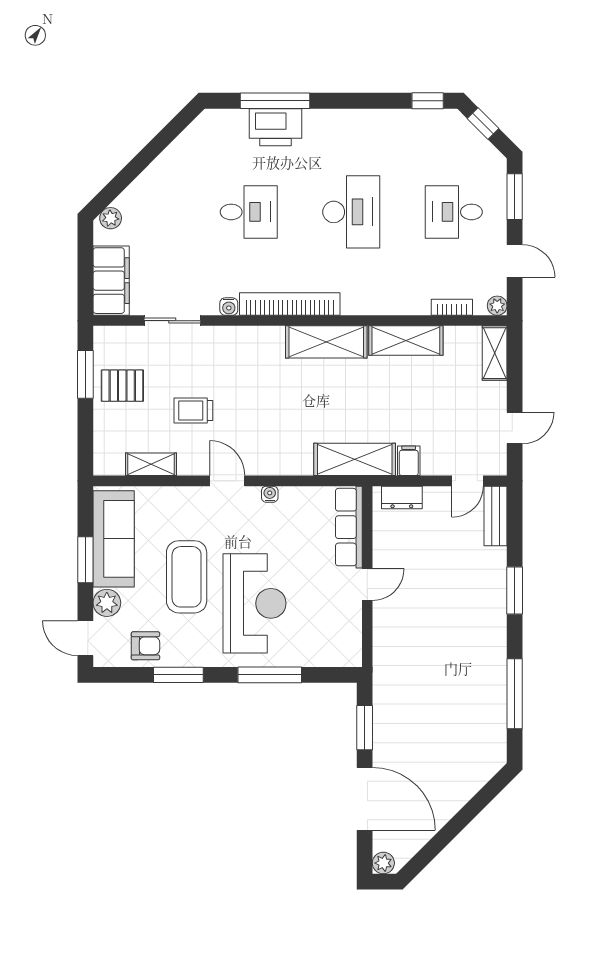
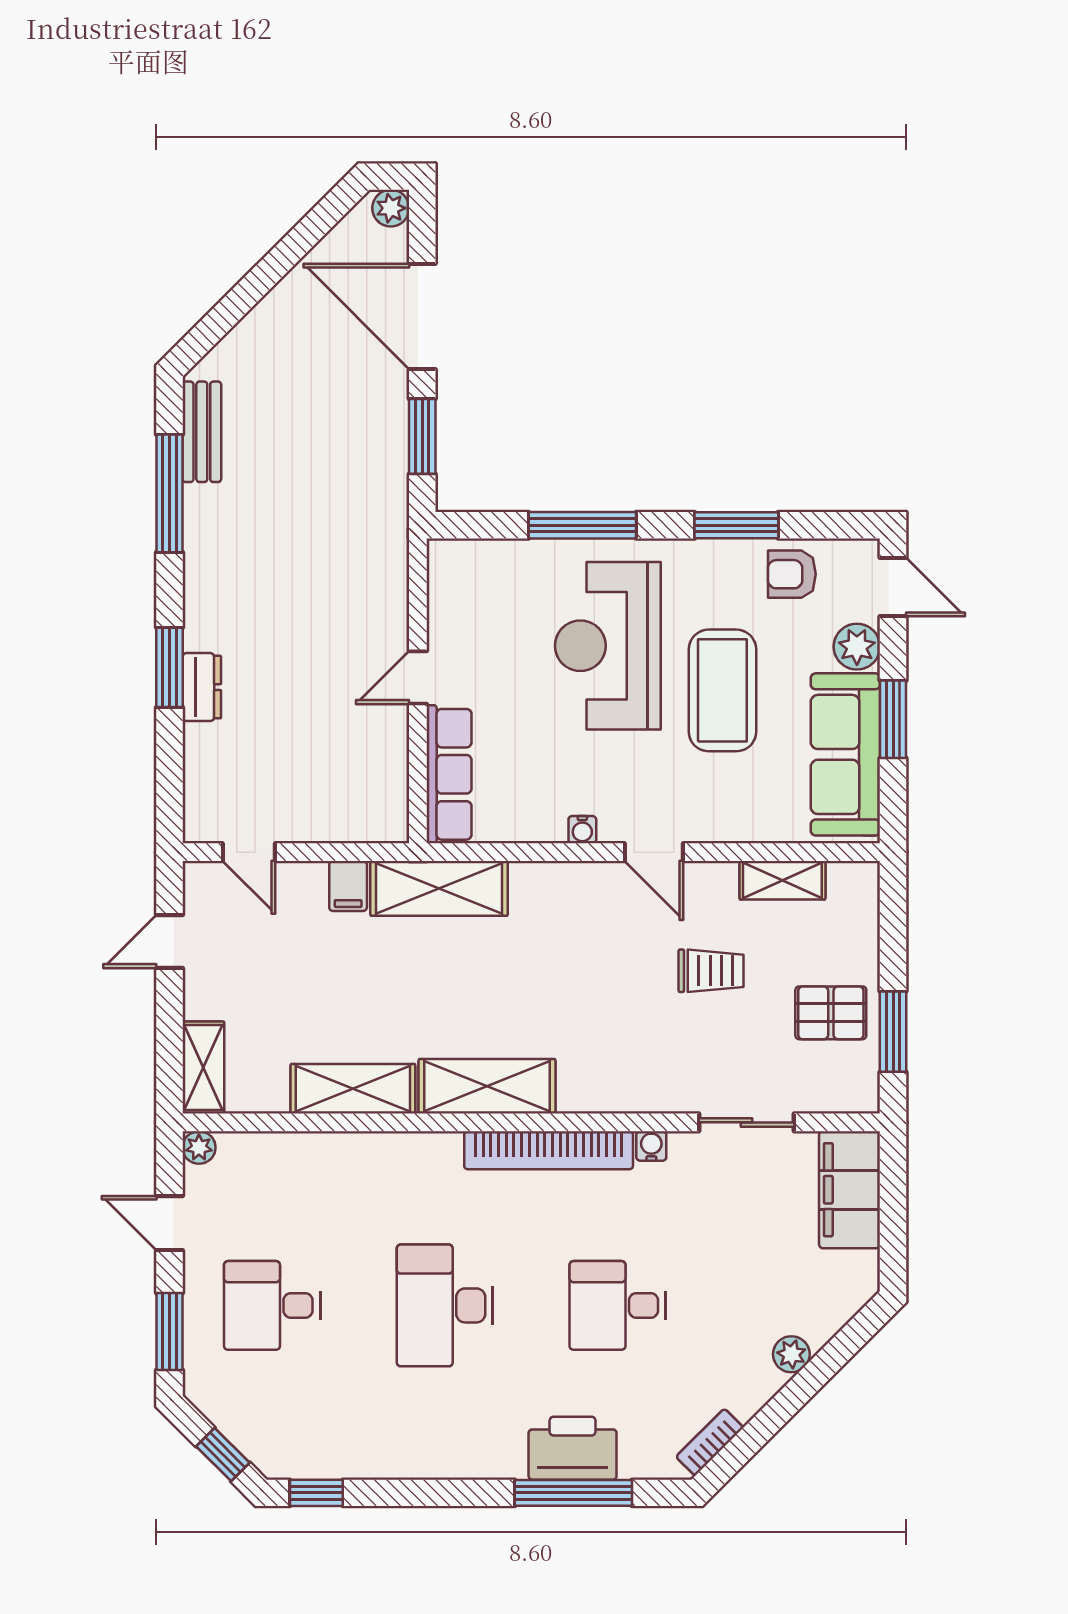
desk: (454, 212) -> (272, 1305), turned 180
plant: (111, 218) -> (791, 1354), moved
bookcase: (452, 307) -> (710, 1442), moved, turned 135
door: (468, 481) -> (249, 852), swing flipped
dresser: (402, 497) -> (202, 687), moved, turned 90
bench: (495, 516) -> (202, 432), moved

